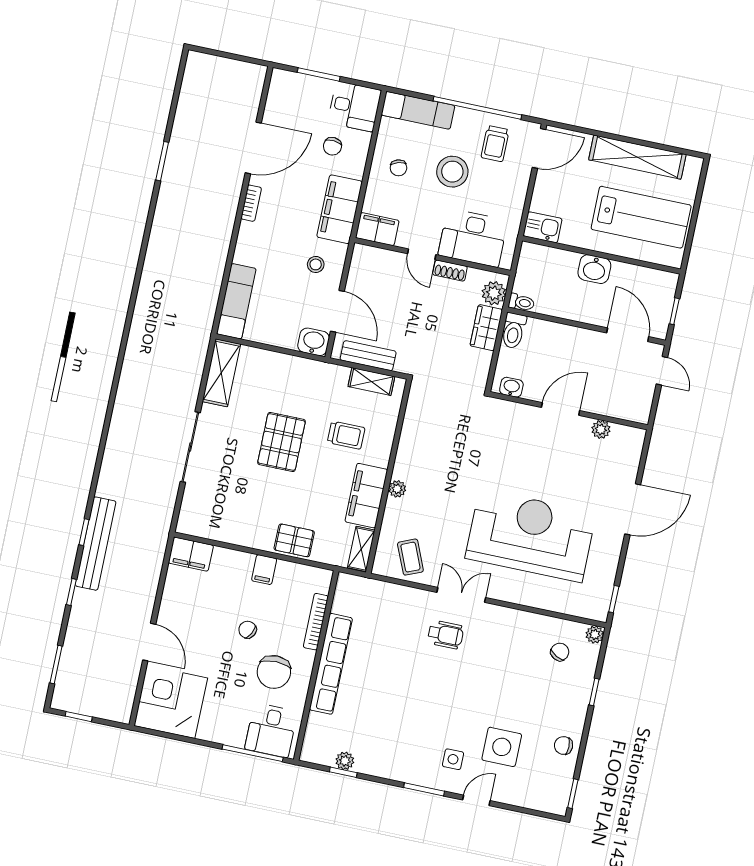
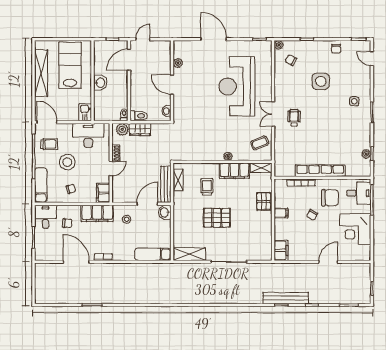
desk: (473, 238) -> (88, 135), moved, turned -90
bench: (368, 356) -> (166, 184), width x1.36
corner desk: (171, 702) -> (355, 229), moved
side table: (502, 747) -> (321, 81), moved
door: (476, 800) -> (372, 59), moved

